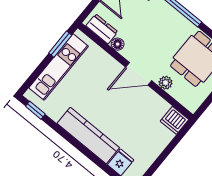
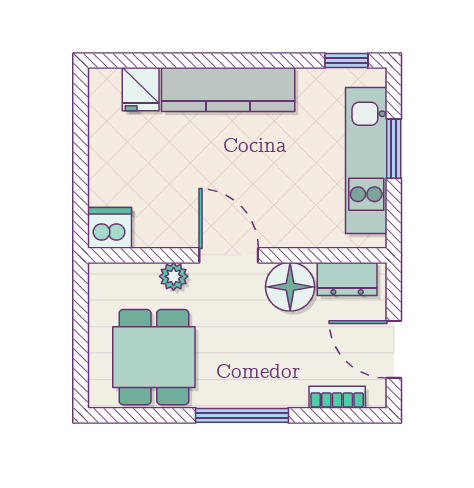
window: (60, 44) -> (394, 149), moved
floor lamp: (118, 44) -> (290, 287), width x1.89, depth x1.89
door: (139, 74) -> (229, 255), hinge flipped

